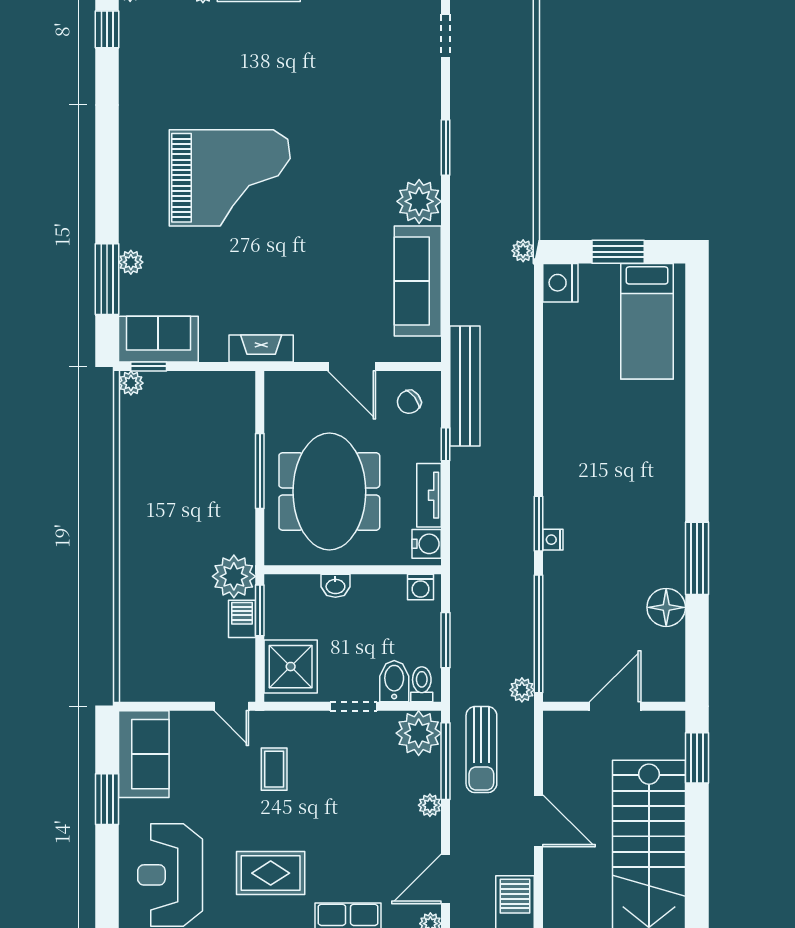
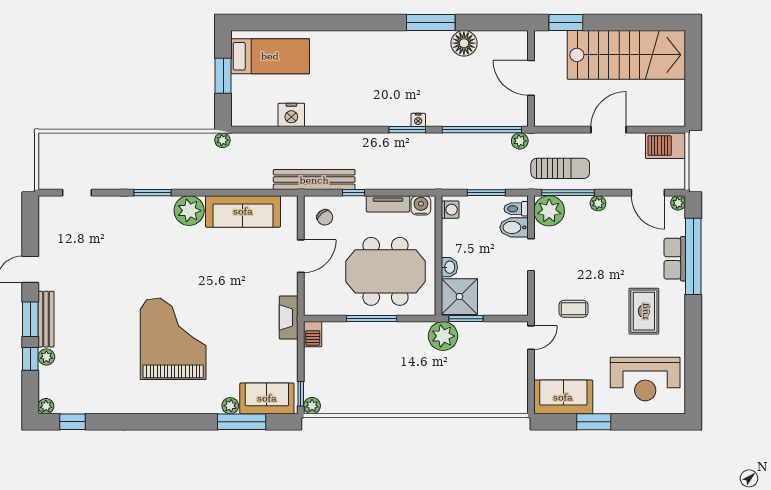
nightstand: (560, 283) -> (291, 115), moved
sofa: (158, 339) -> (267, 398), moved, turned 90
barbecue: (242, 619) -> (313, 334), moved, turned -90
shower: (291, 667) -> (459, 297), moved

